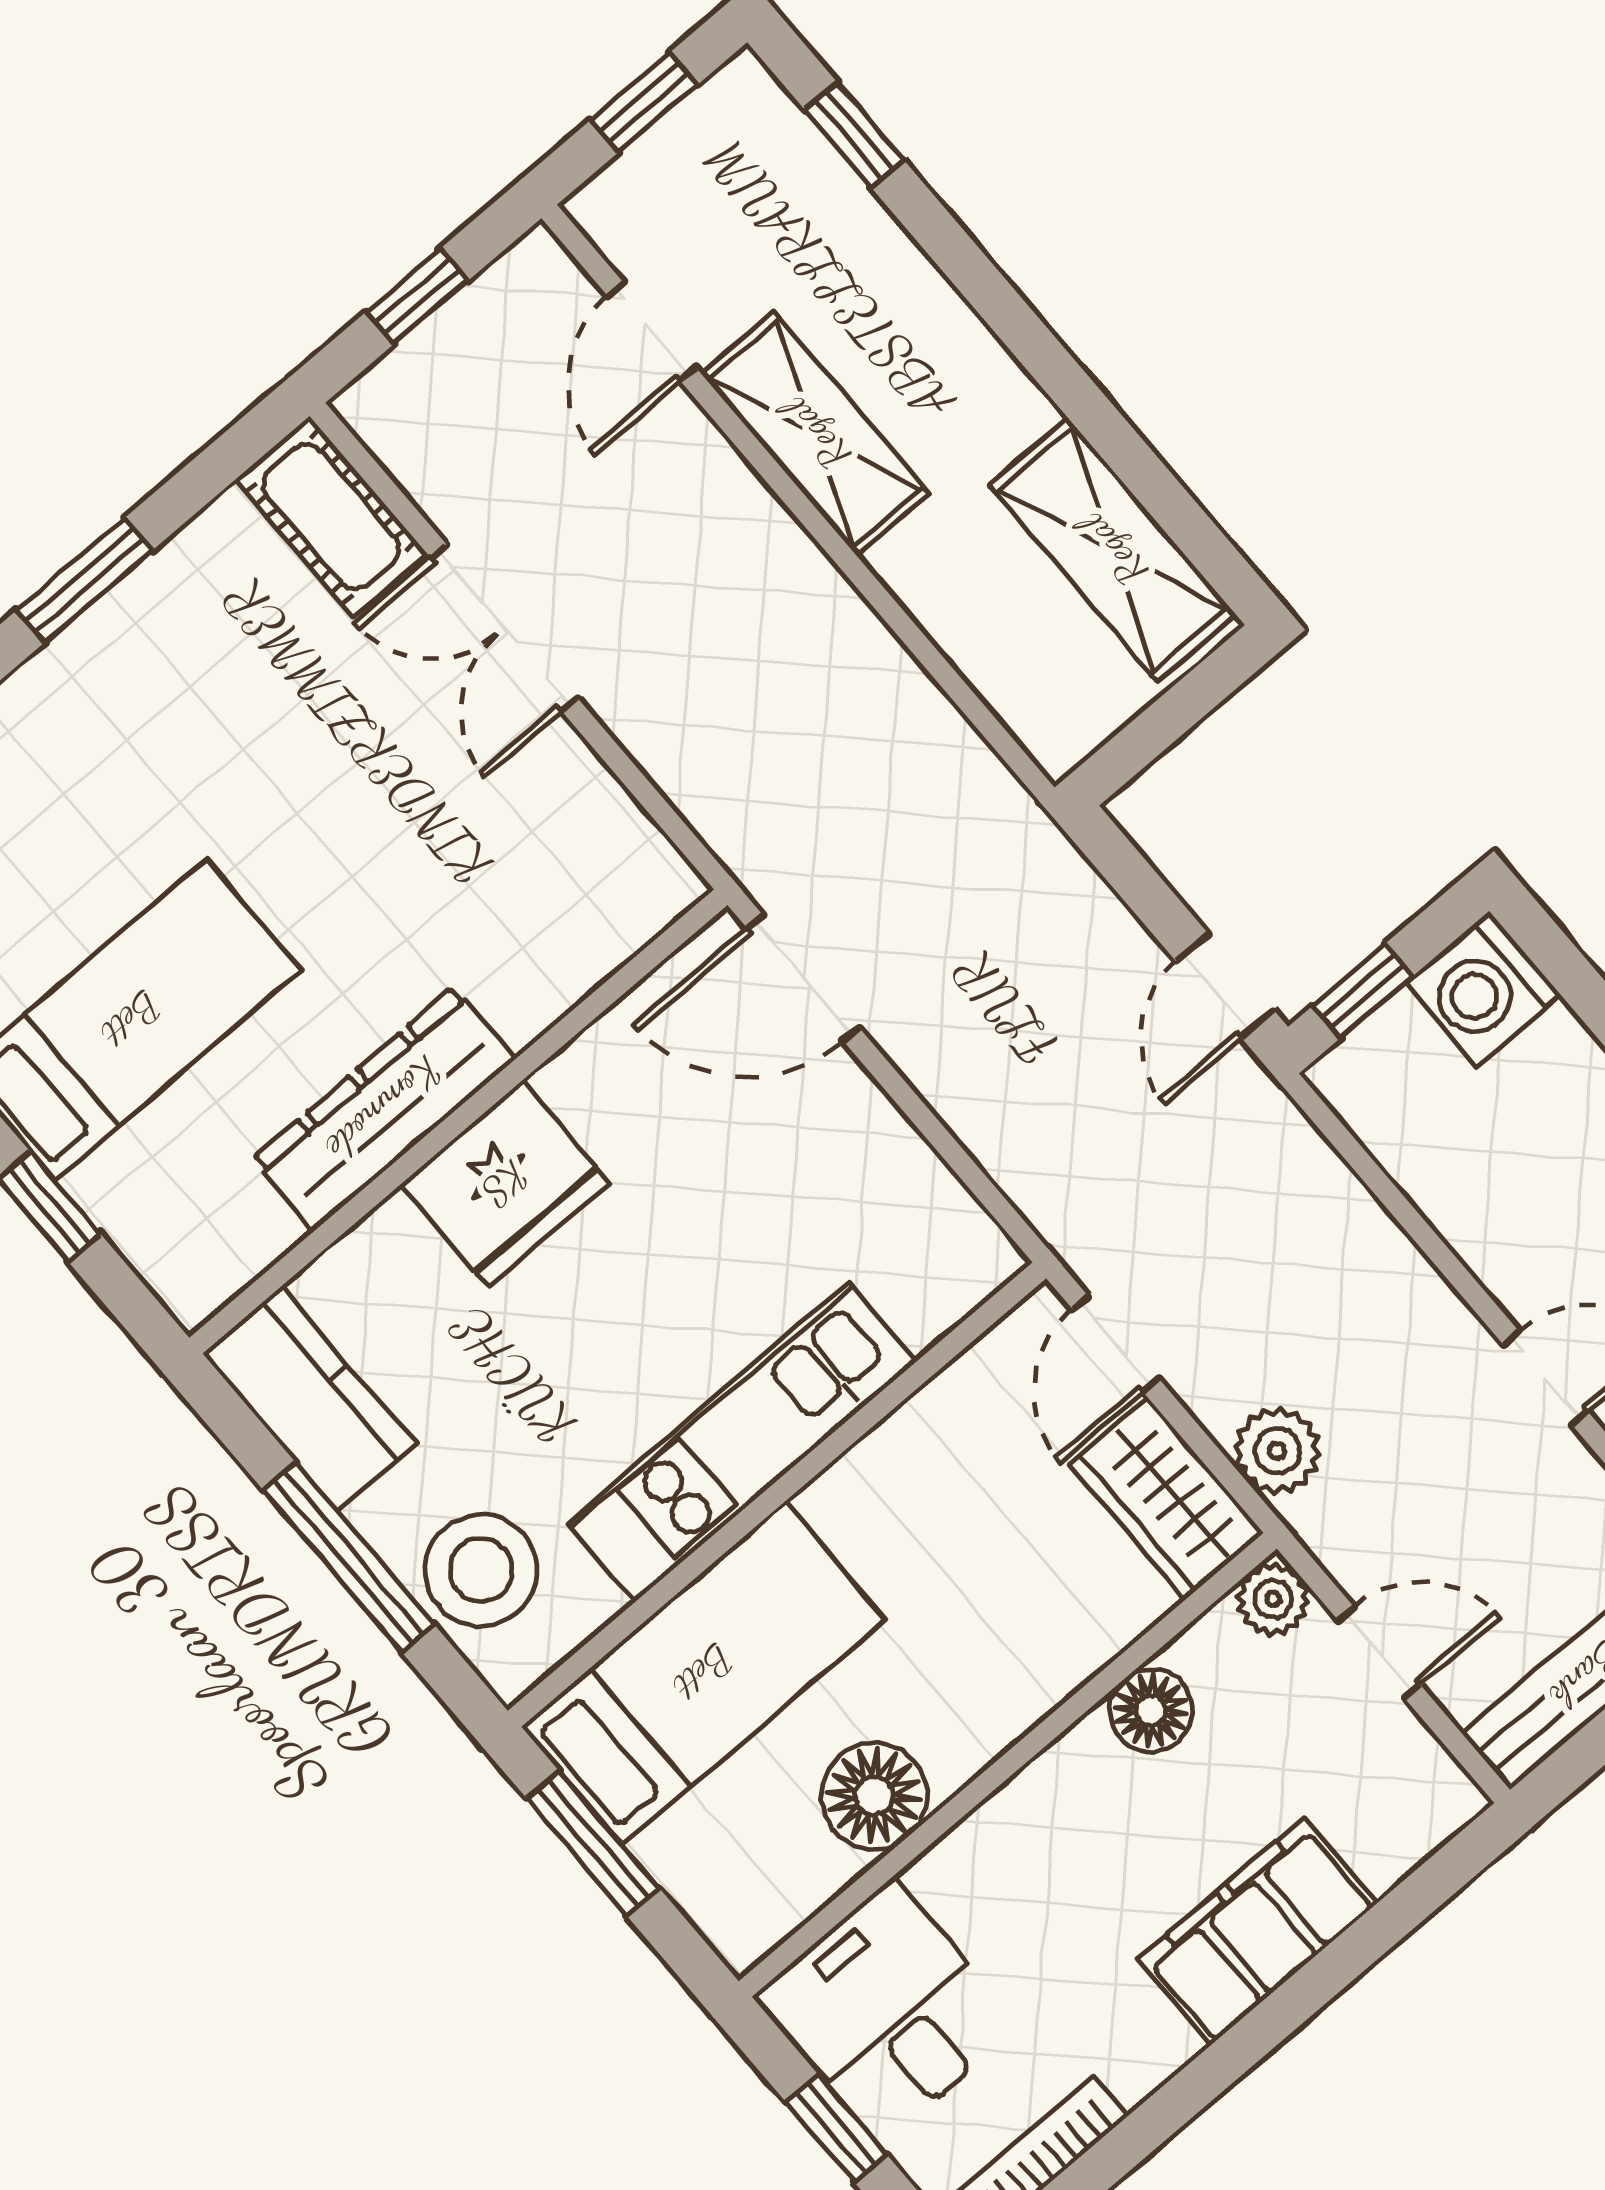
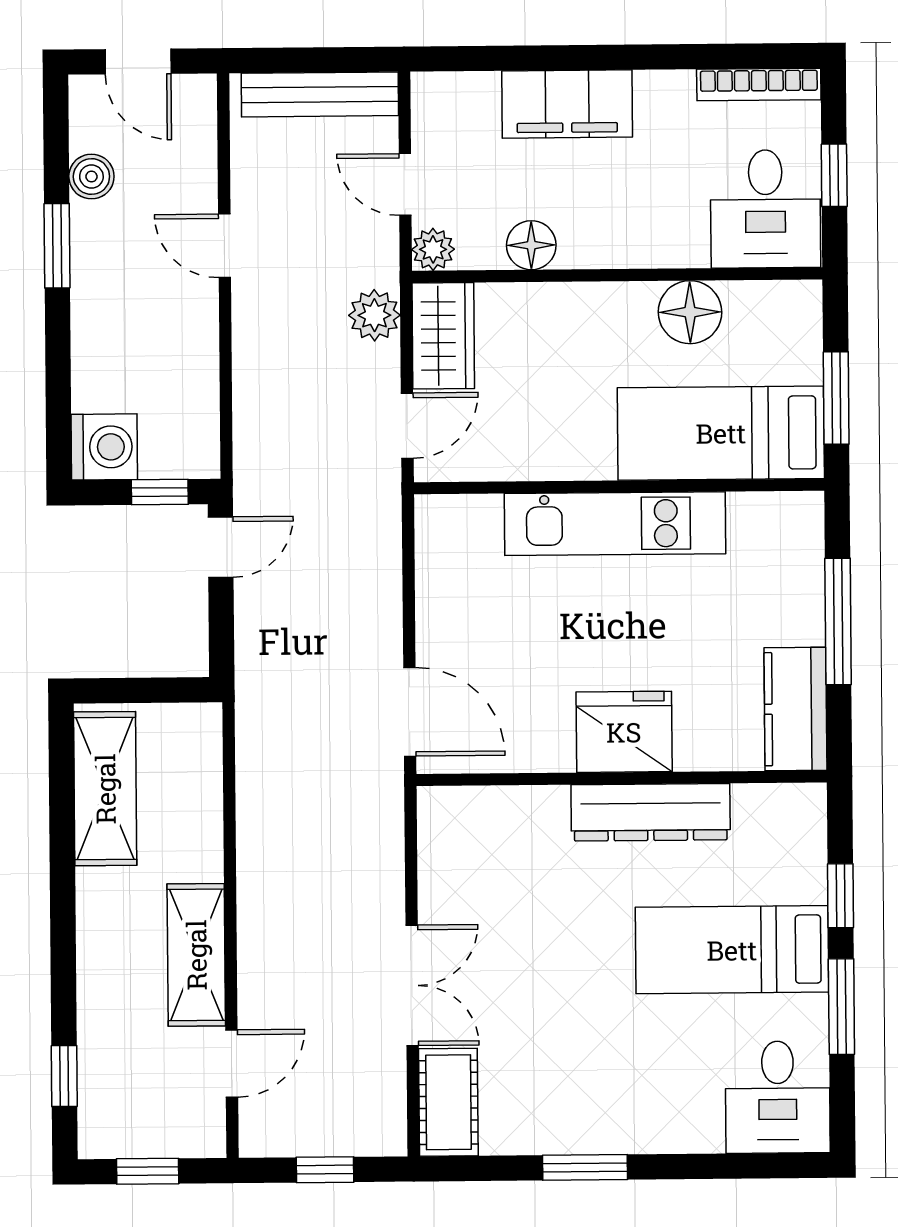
stool: (481, 1570) -> (783, 565), removed

